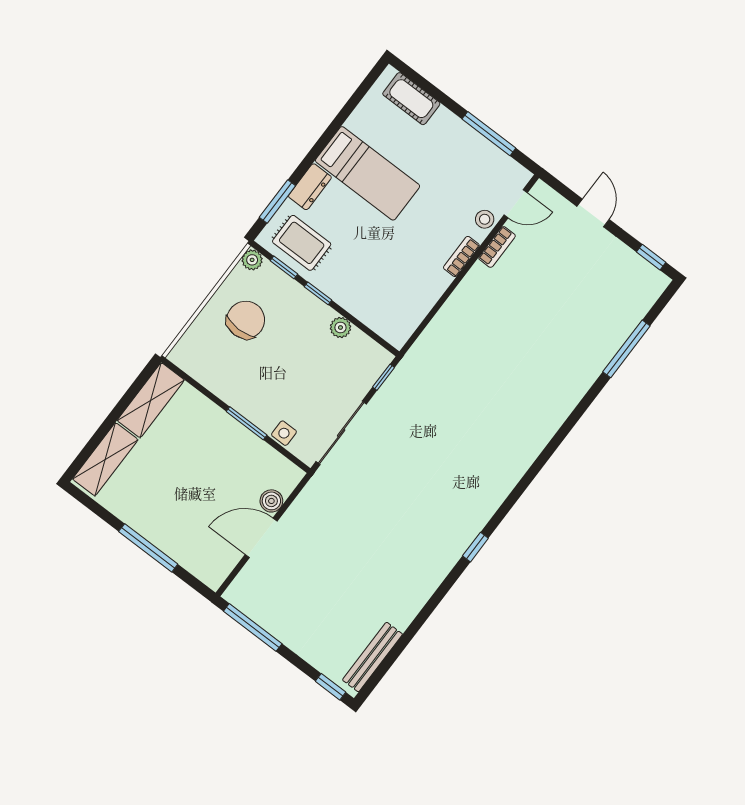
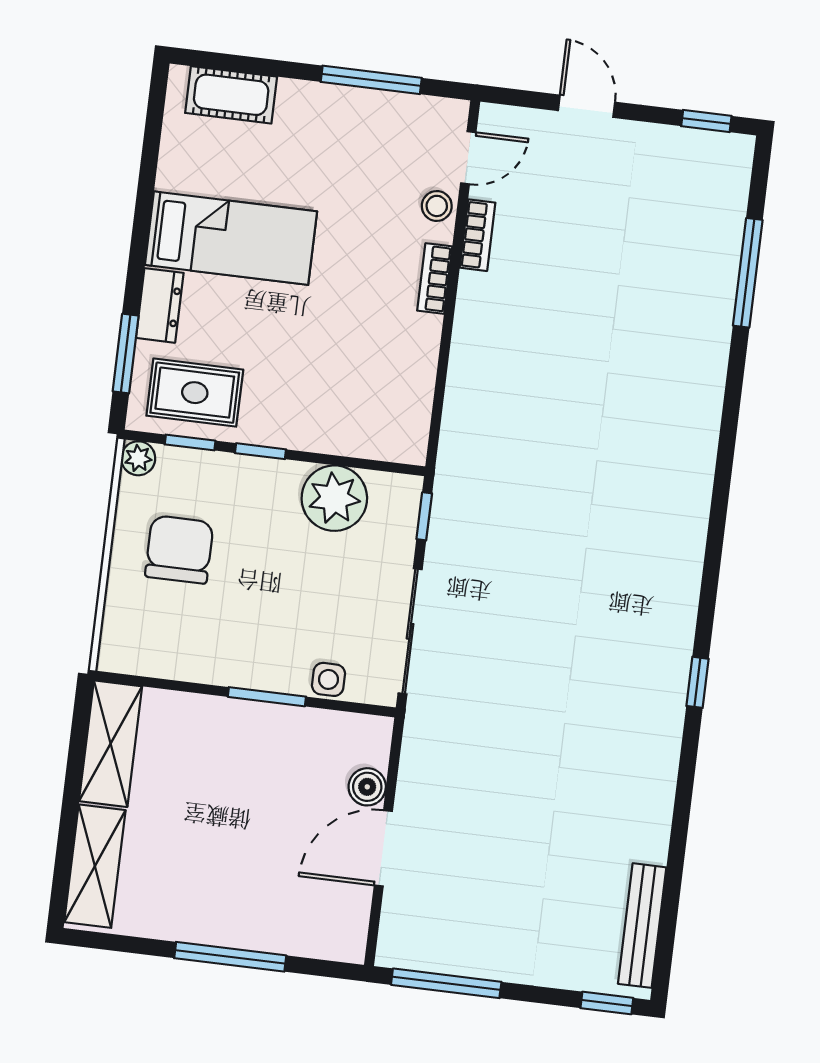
plant: (340, 328) -> (334, 498), width x1.88, depth x1.88

